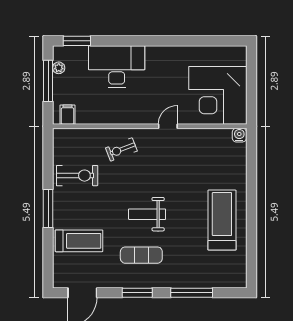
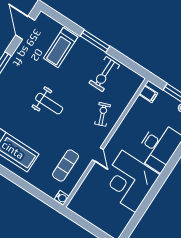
corner desk: (218, 95) -> (129, 181), moved, turned -90
weight bench: (147, 214) -> (49, 104), turned 90
exercise mat: (141, 255) -> (66, 166), moved

